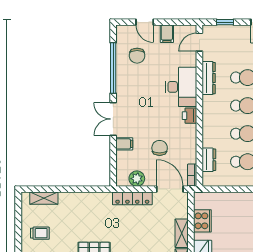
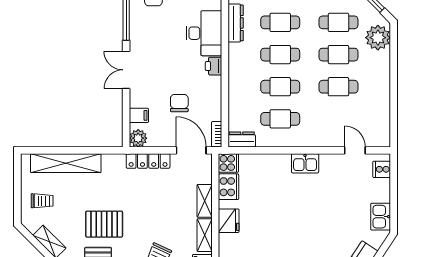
filing cabinet: (124, 144) -> (139, 115), moved
dresser: (209, 160) -> (242, 139), moved, turned -90
plant: (137, 179) -> (138, 138), moved
shelving: (44, 198) -> (66, 163), width x2.20, depth x1.33
cooker: (202, 200) -> (228, 163), added

